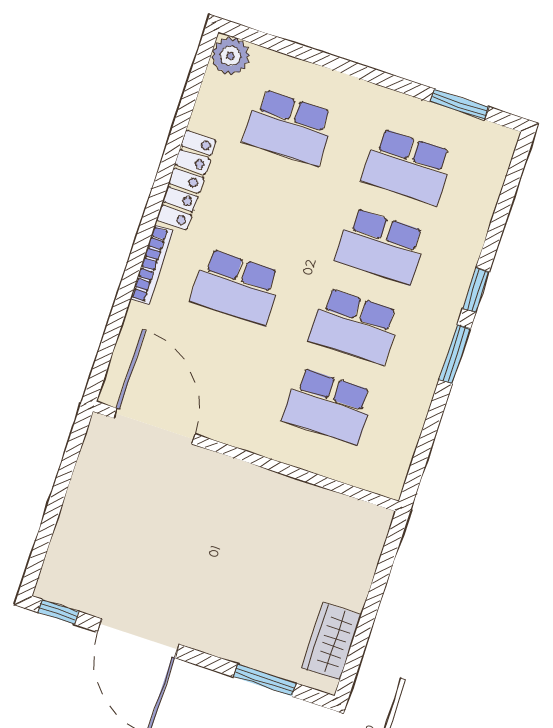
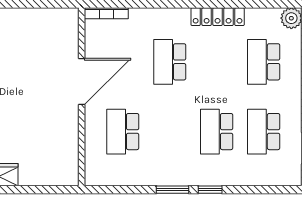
bookcase: (152, 265) -> (106, 13), moved
school desk: (355, 326) -> (170, 132), removed
door: (154, 426) -> (82, 82), moved

